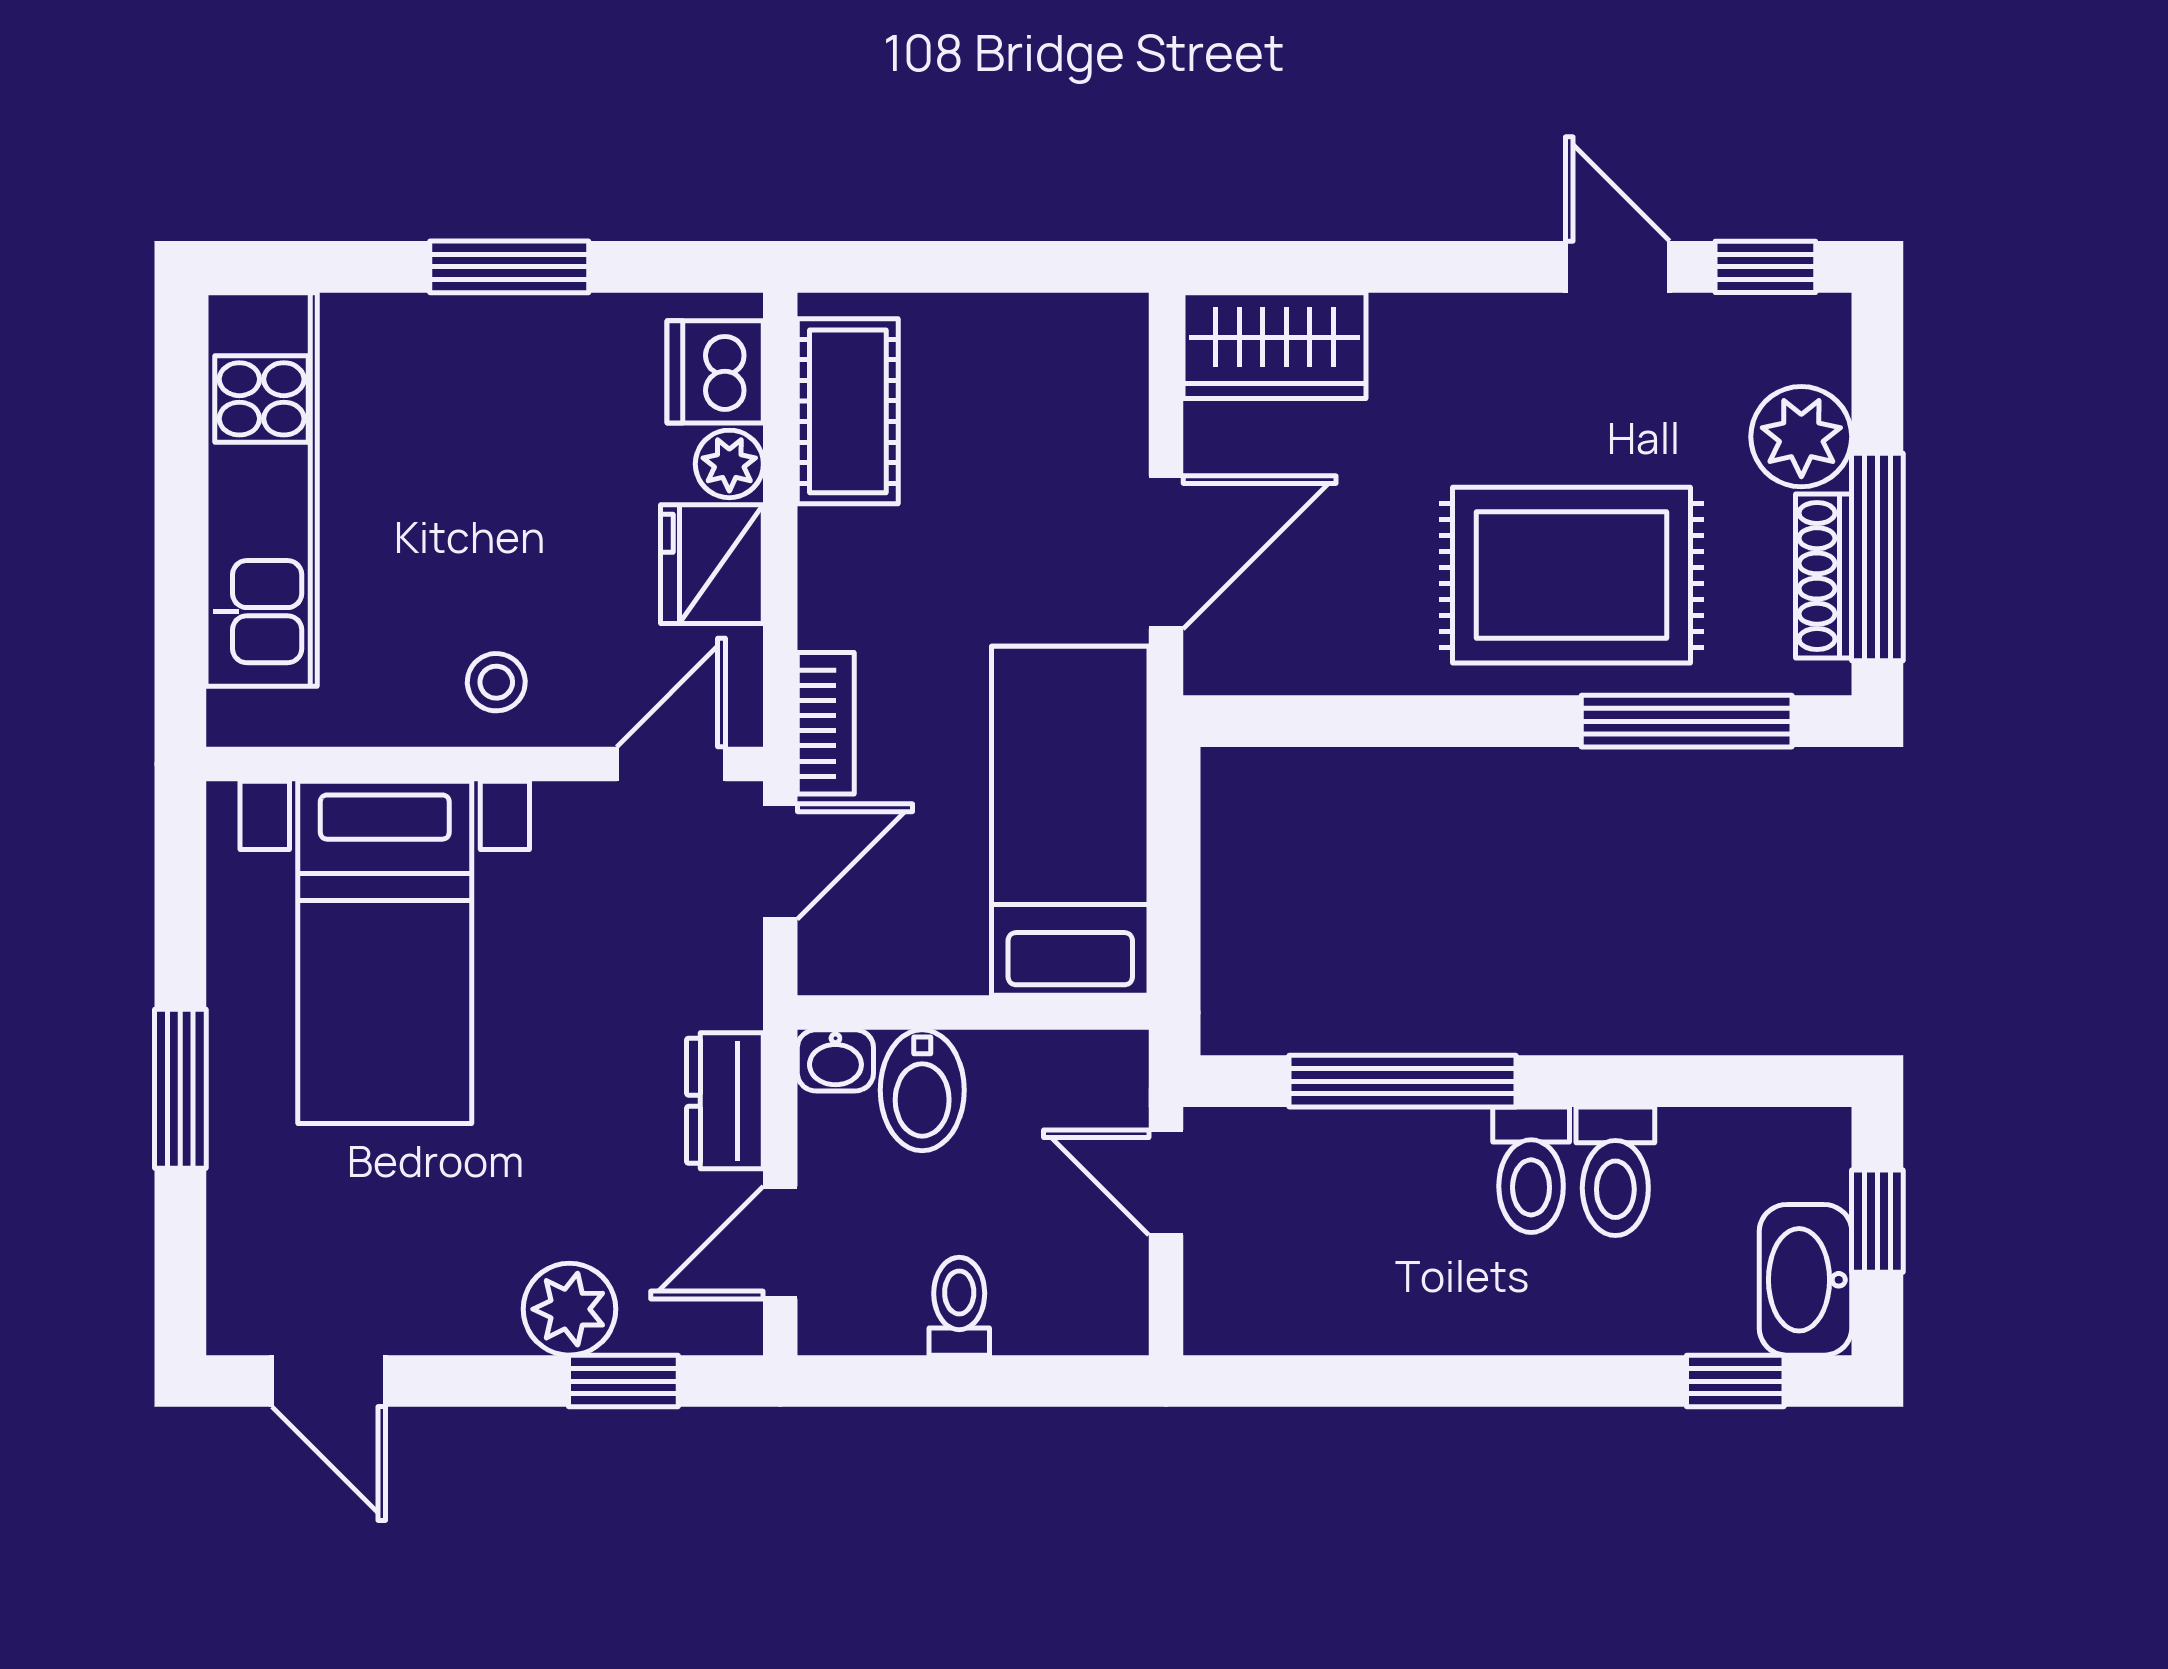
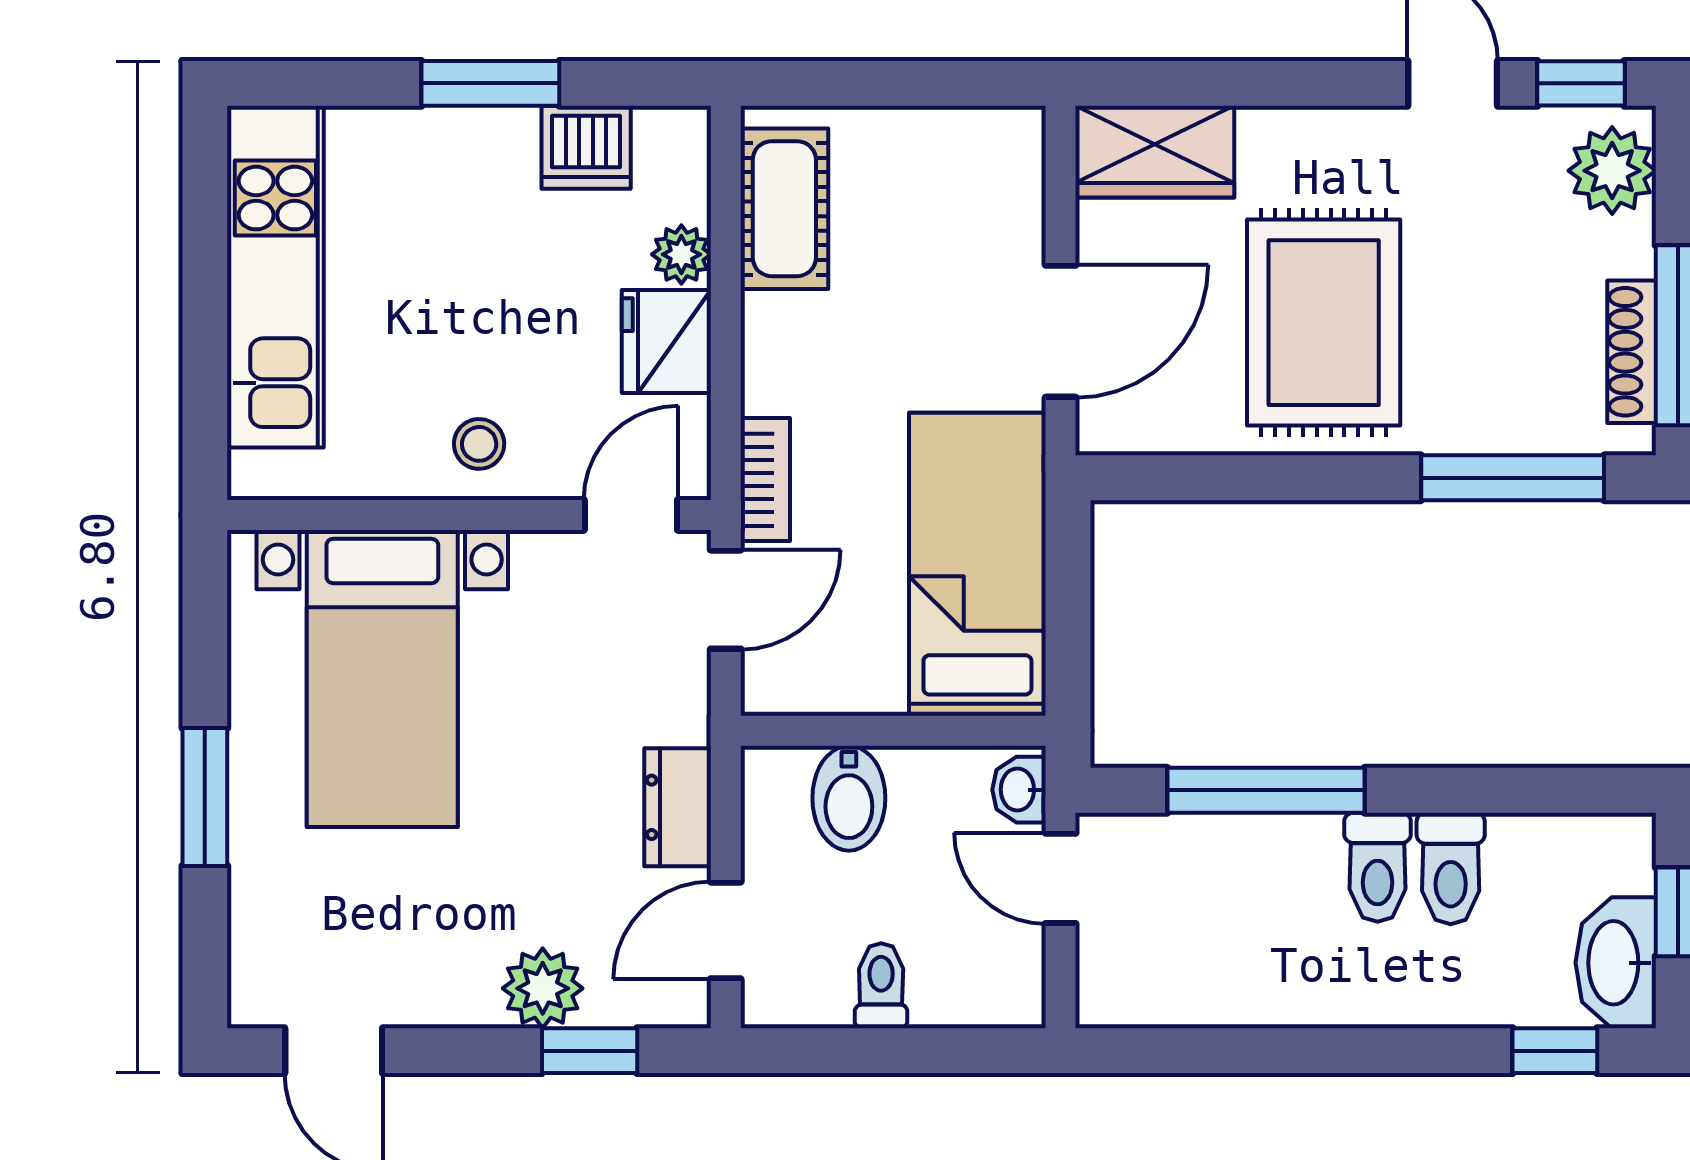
dishwasher: (715, 372) -> (586, 147), moved, turned -90
plant: (1801, 437) -> (1612, 171), moved
rug: (1572, 575) -> (1324, 323), moved, turned 90
washbasin: (835, 1060) -> (1019, 790), moved, turned 90

